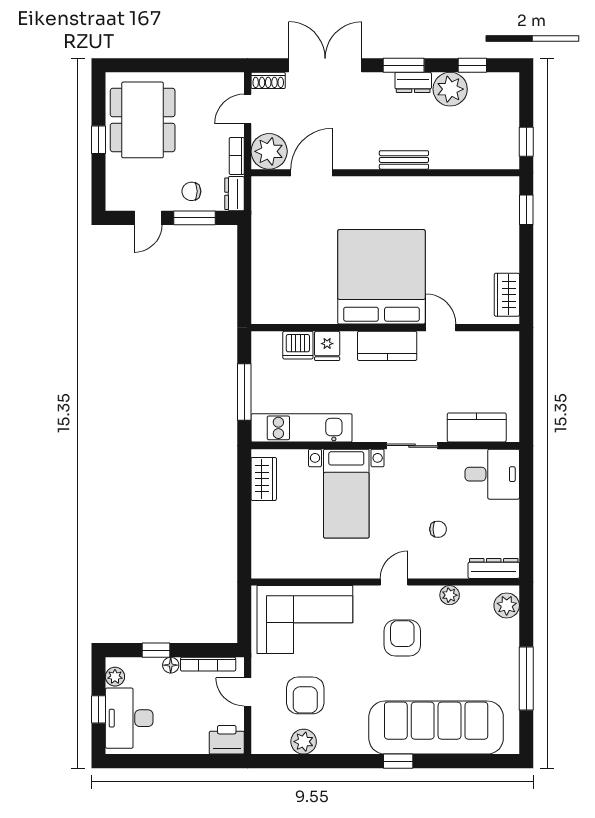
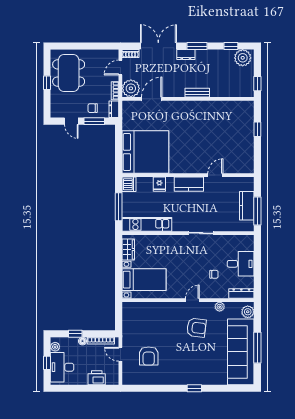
dresser: (413, 82) -> (186, 54), moved
plant: (450, 89) -> (243, 58), moved
window: (526, 210) -> (257, 129), moved
door: (148, 218) -> (71, 121), hinge flipped
bed: (381, 277) -> (145, 152), moved, turned 90
wardrobe: (507, 295) -> (248, 159), removed
door: (441, 328) -> (215, 175), hinge flipped
dishwasher: (298, 345) -> (129, 184), moved, turned -90
window: (526, 401) -> (257, 211), added
kitchen counter: (477, 427) -> (247, 206), moved, turned -90
desk: (492, 474) -> (241, 264), moved
bed with nightstands: (346, 494) -> (144, 280), moved, turned -90
corner sofa: (305, 620) -> (148, 319), removed
armchair: (402, 638) -> (196, 328), turned 97
sofa: (436, 728) -> (241, 352), moved, turned -90
printer: (227, 740) -> (97, 378), moved
plant: (304, 742) -> (148, 379), removed

